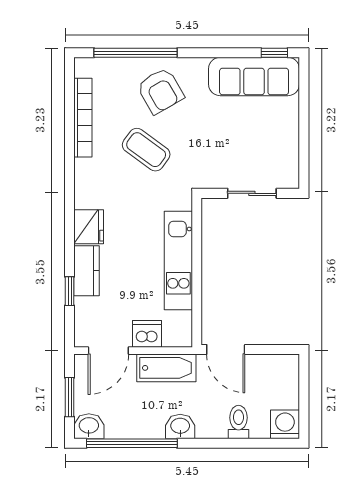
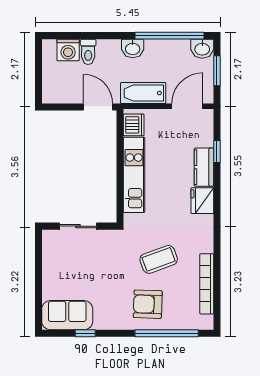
window: (274, 53) -> (85, 333), moved
sofa: (254, 76) -> (67, 315), width x0.73
armchair: (160, 91) -> (148, 304), turned -58
coffee table: (146, 150) -> (159, 259), turned -56
dishwasher: (147, 334) -> (134, 125), moved, turned -90
washing machine: (285, 424) -> (68, 50), moved

